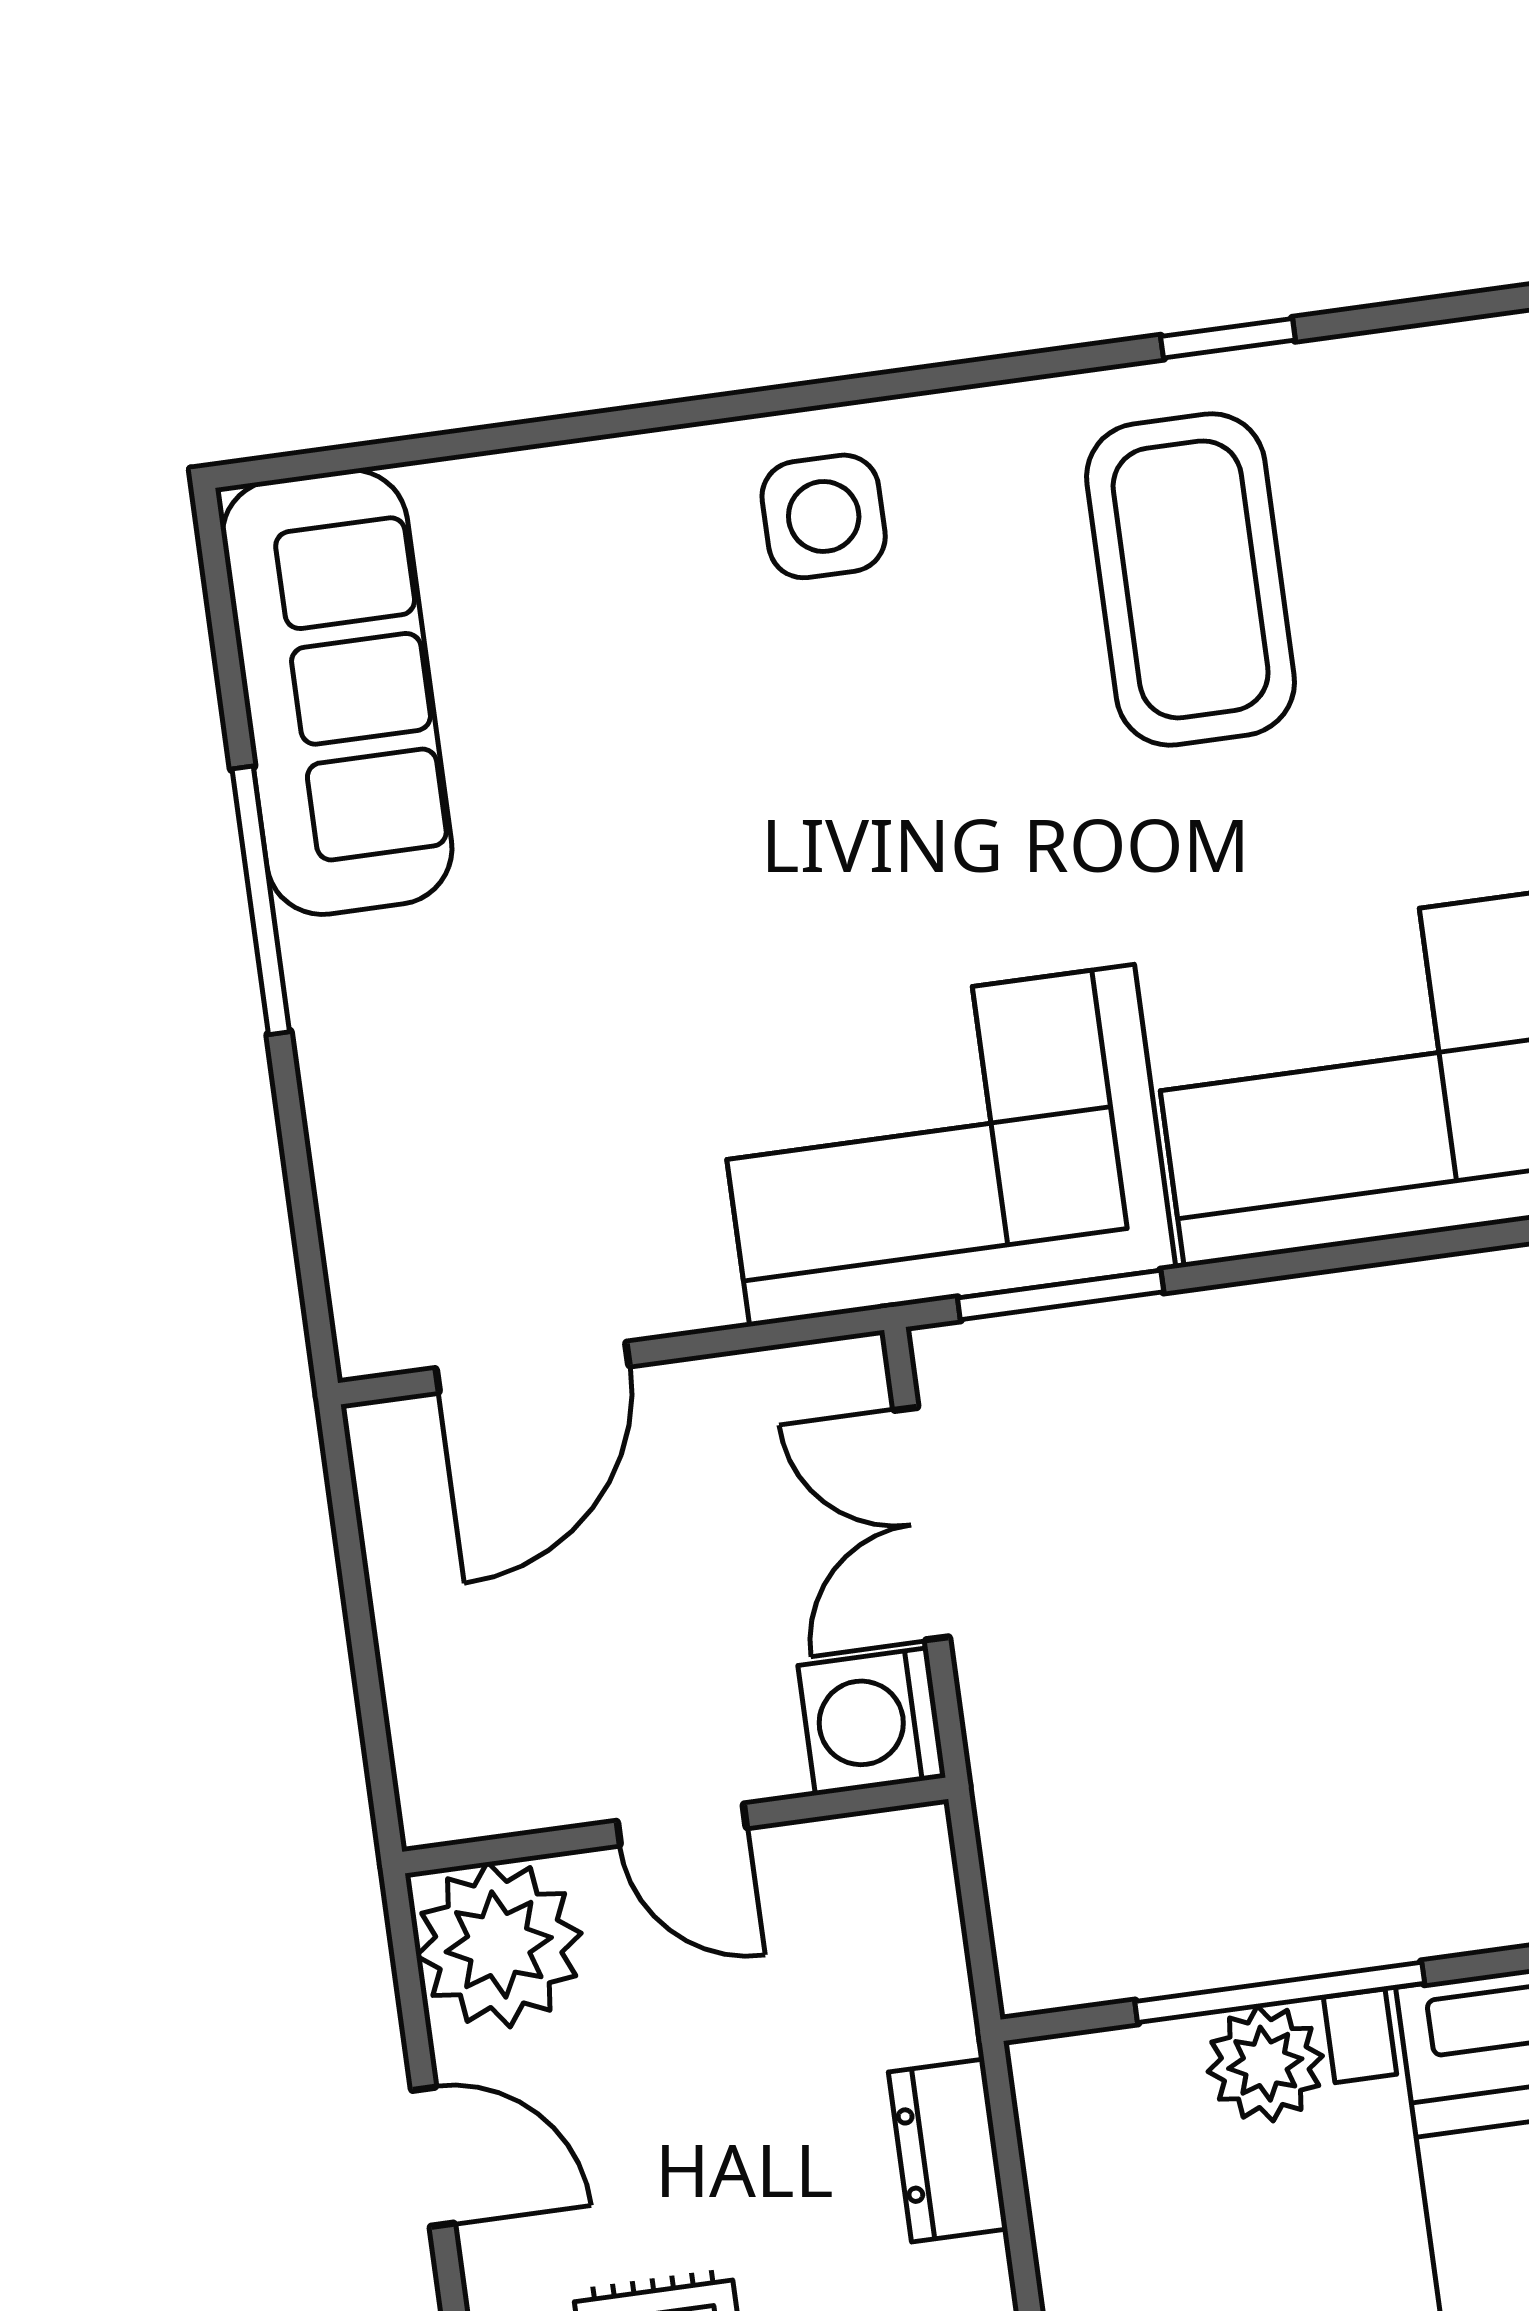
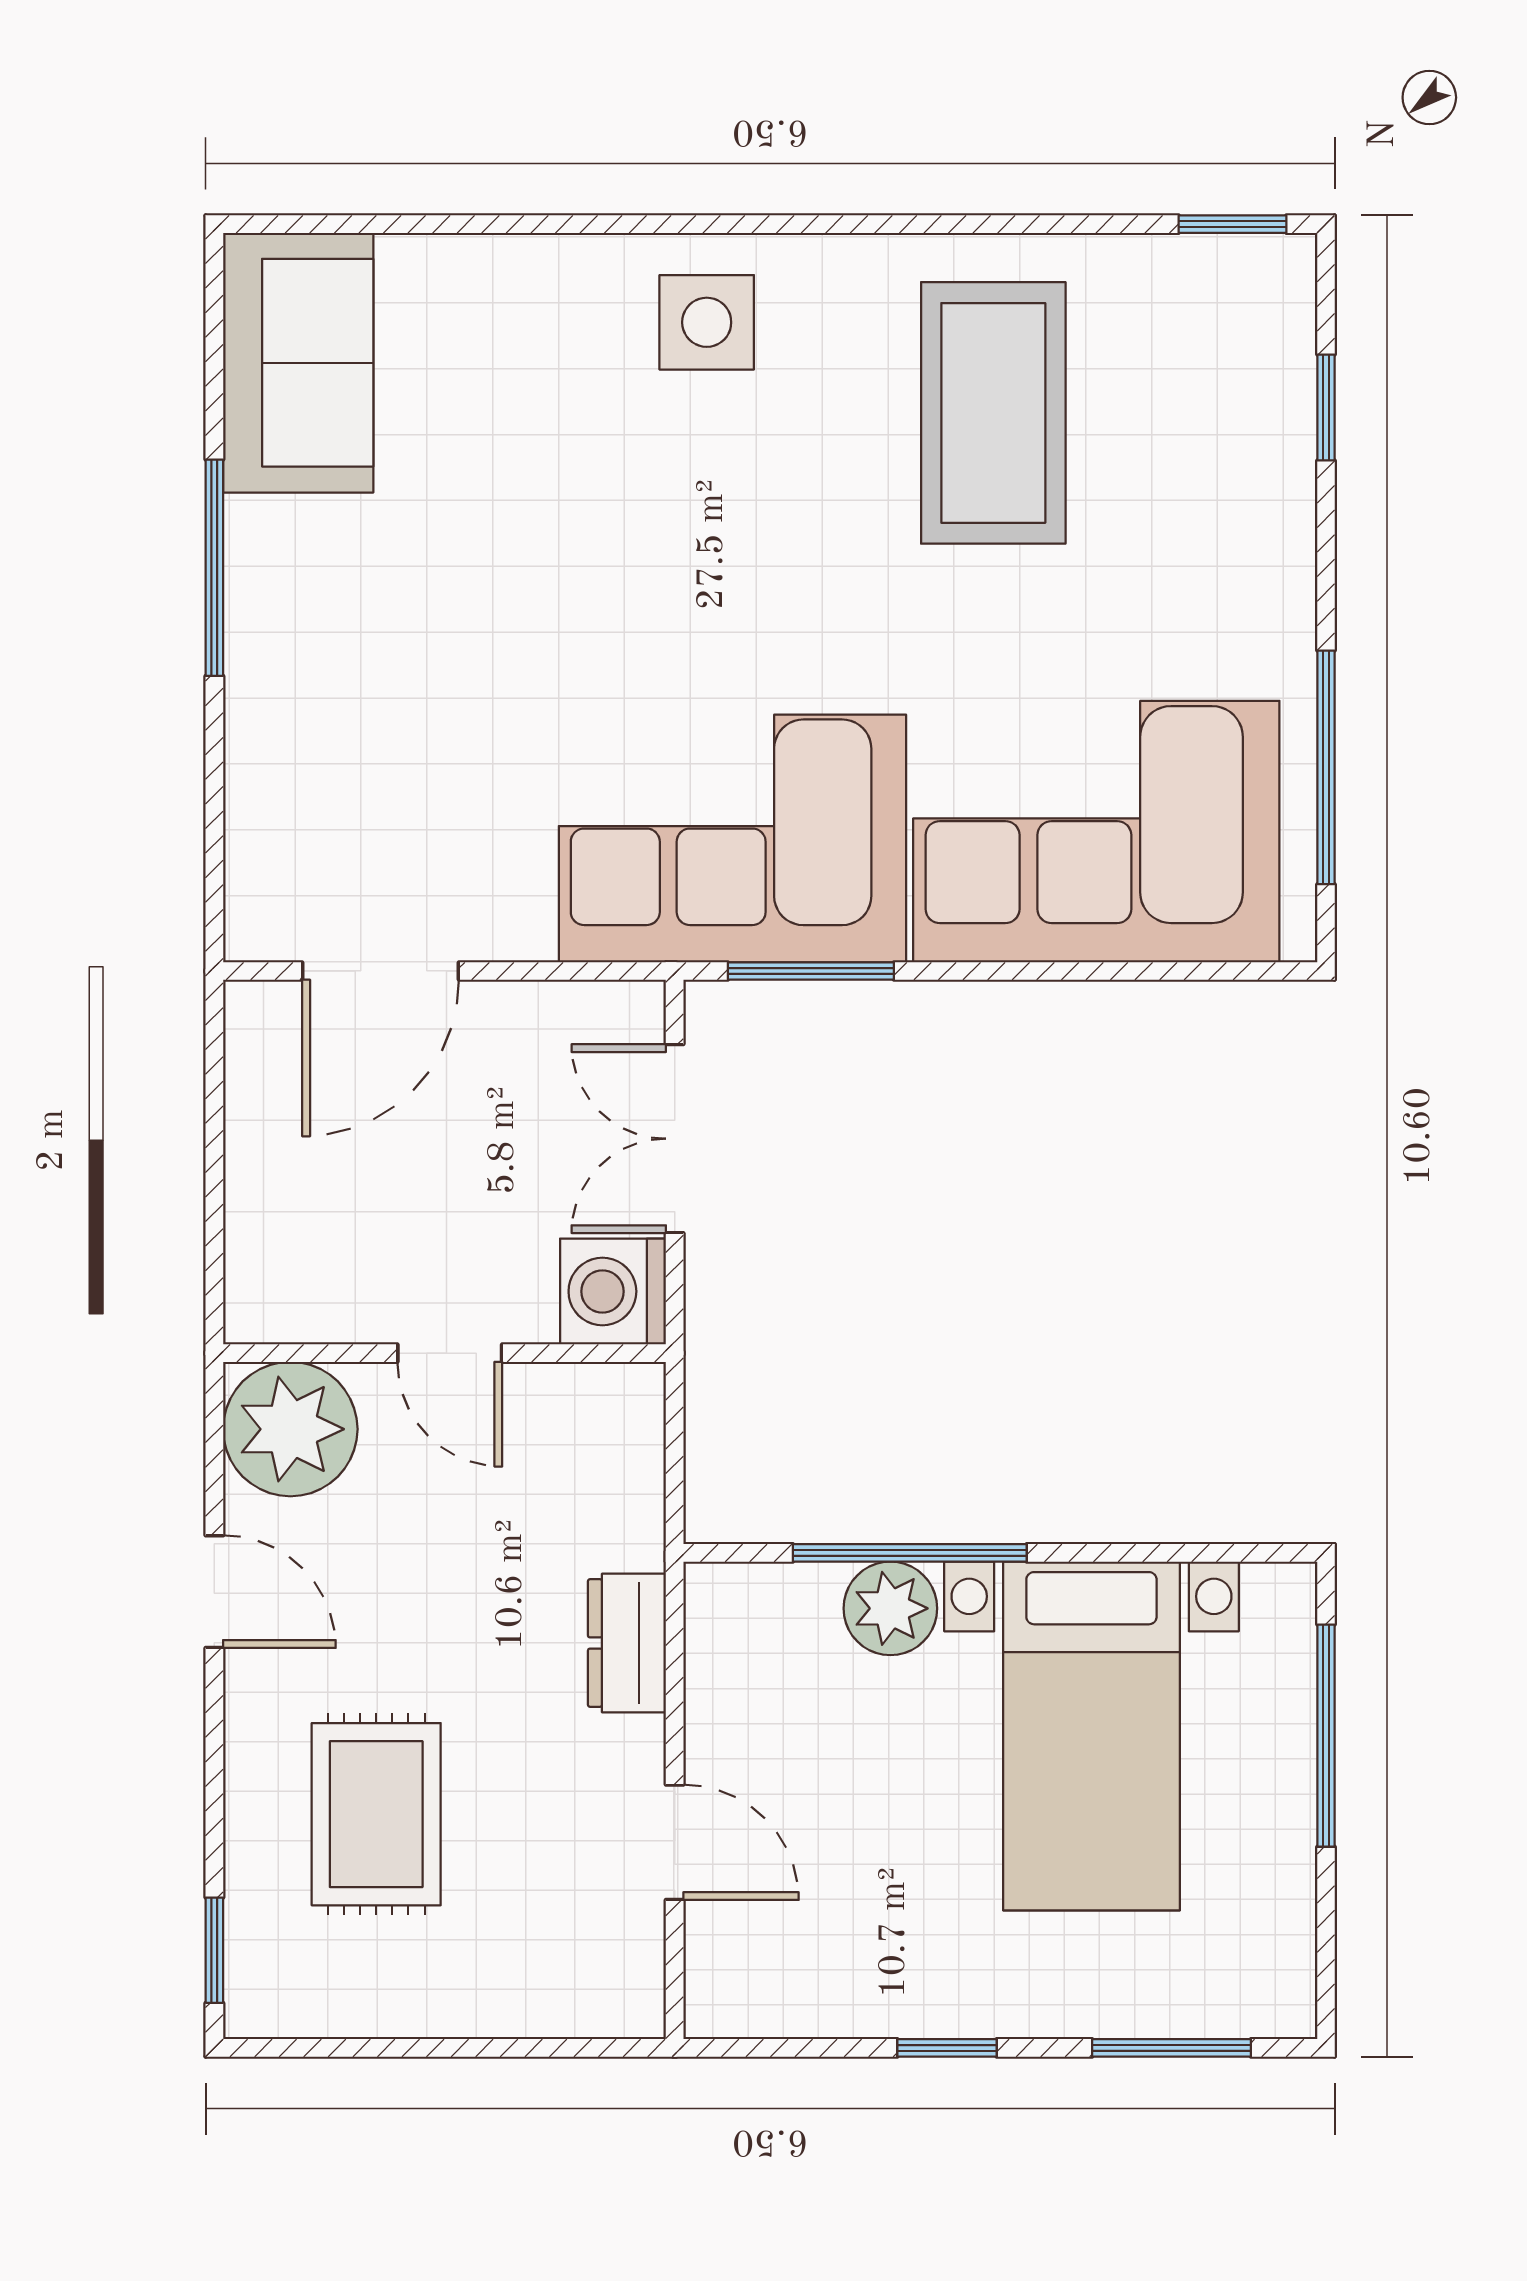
window: (1228, 338) -> (1233, 224), moved
sofa: (337, 692) -> (298, 363), width x0.73

